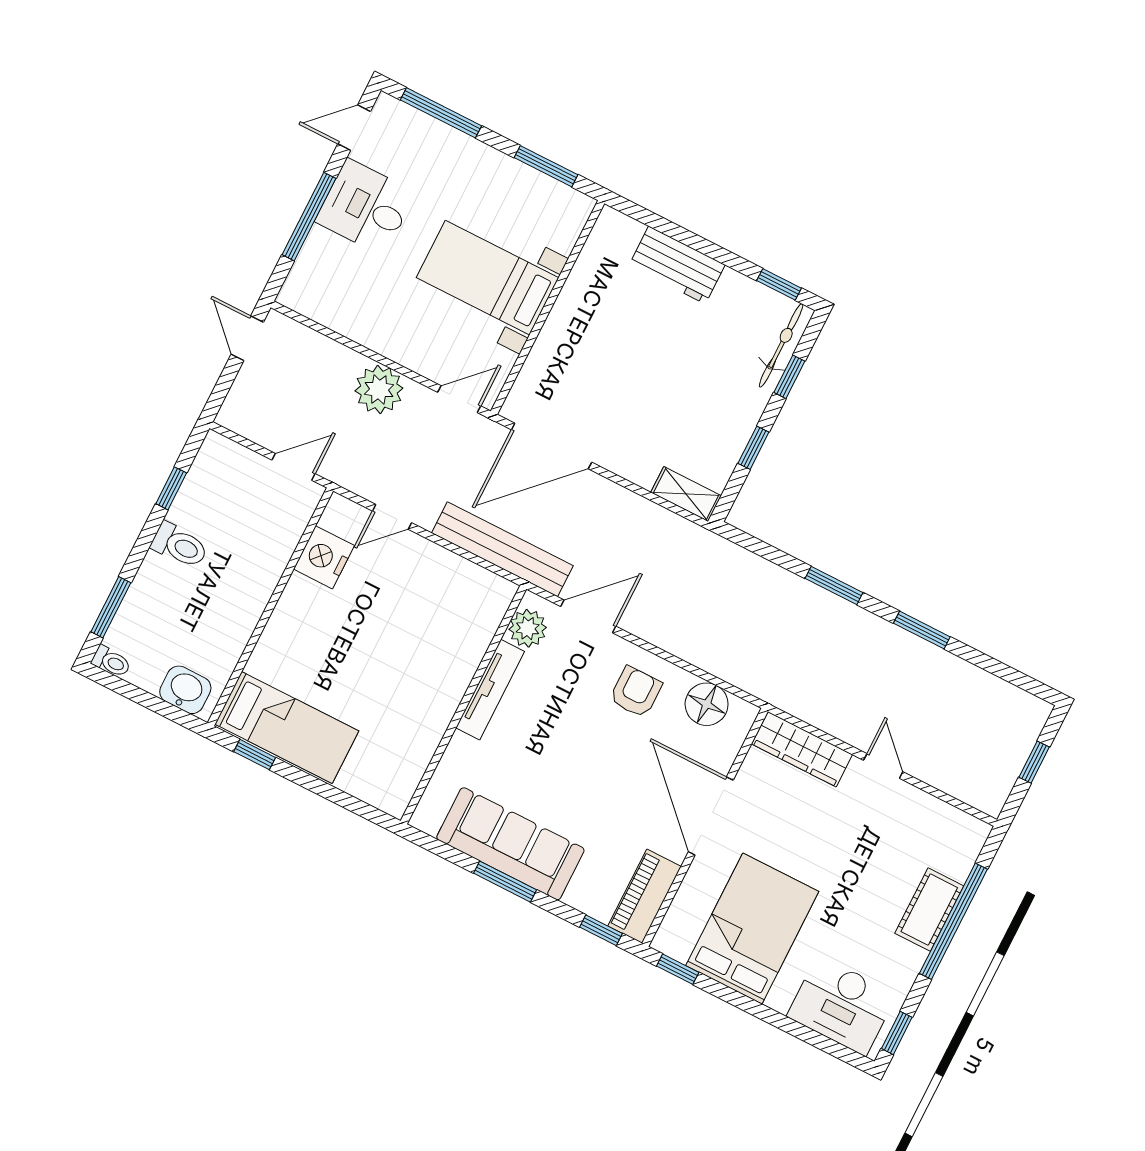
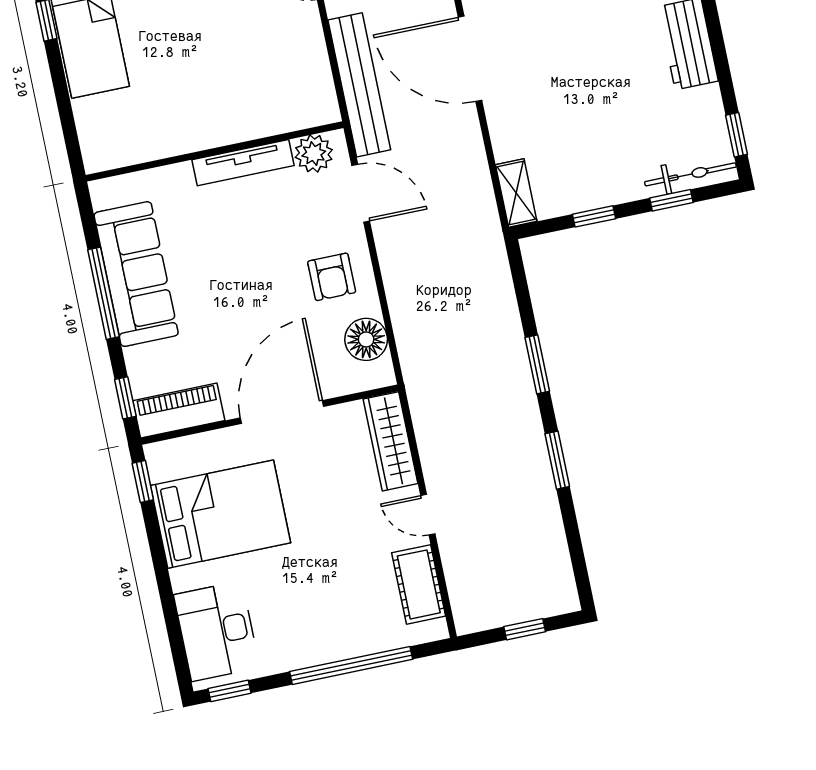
armchair: (636, 692) -> (332, 277), turned 90
door: (883, 766) -> (428, 515), swing flipped
window: (505, 882) -> (103, 293), width x1.44
cot: (929, 910) -> (419, 584), moved, turned 90

